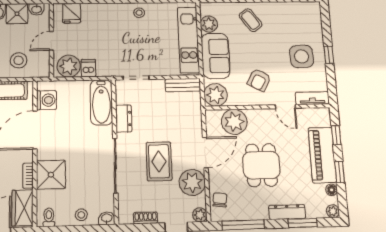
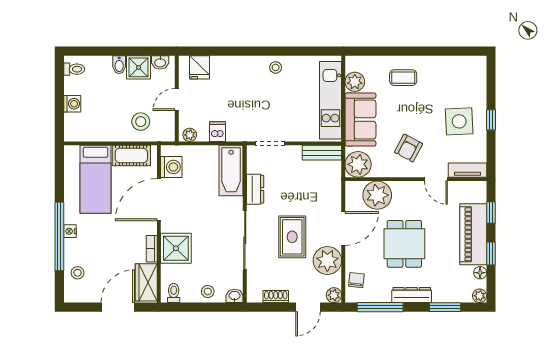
coffee table: (251, 20) -> (403, 78), turned -54
plant: (69, 66) -> (190, 135), width x0.53, depth x0.53
dresser: (287, 212) -> (412, 295), moved

